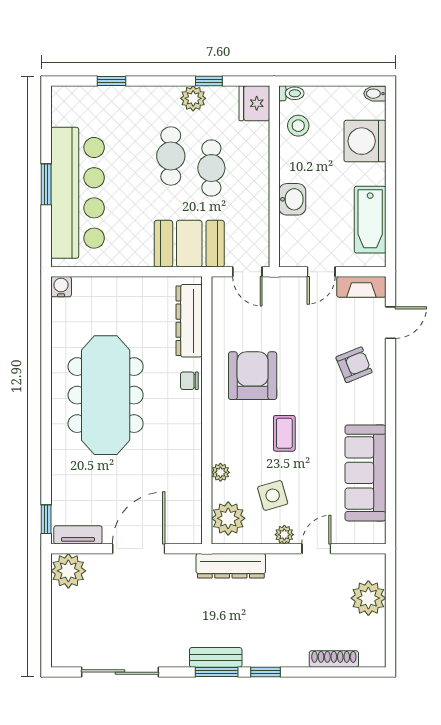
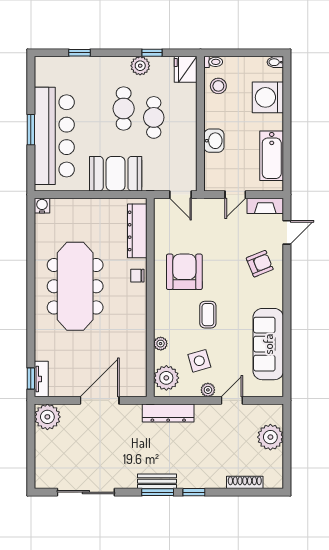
booth: (189, 244) -> (116, 174), moved
tv unit: (78, 535) -> (41, 379), moved, turned 90

